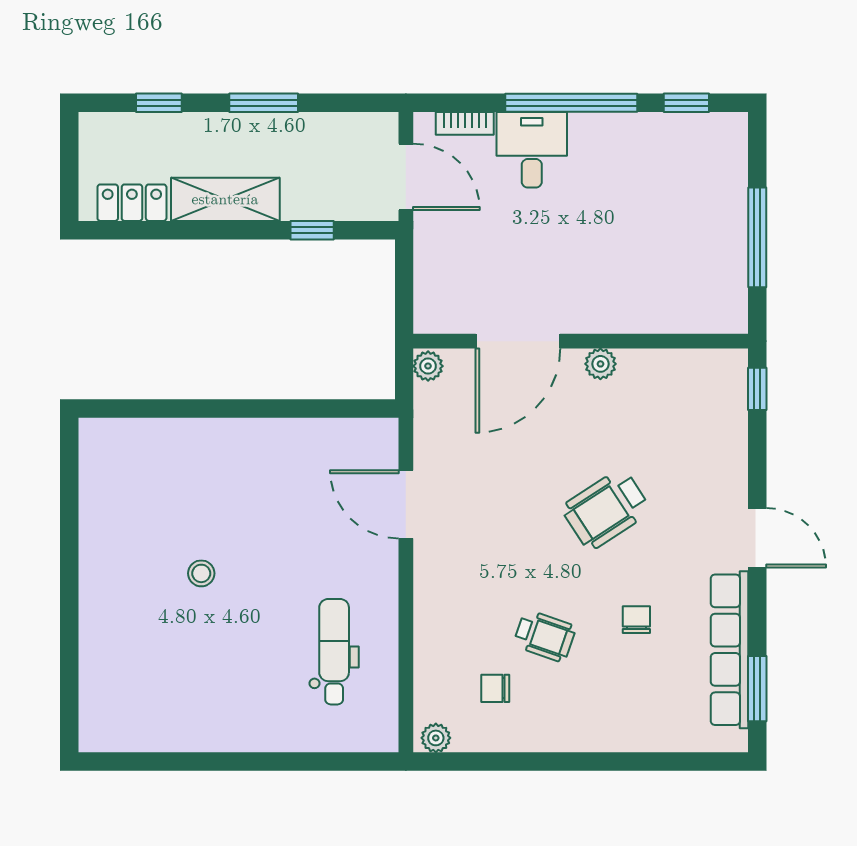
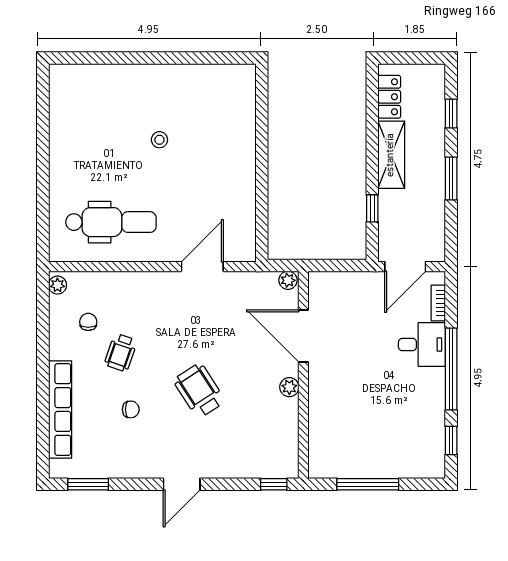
row of seats: (729, 650) -> (60, 409), moved, turned 90
dental chair: (334, 652) -> (111, 222), width x1.36, depth x1.38

